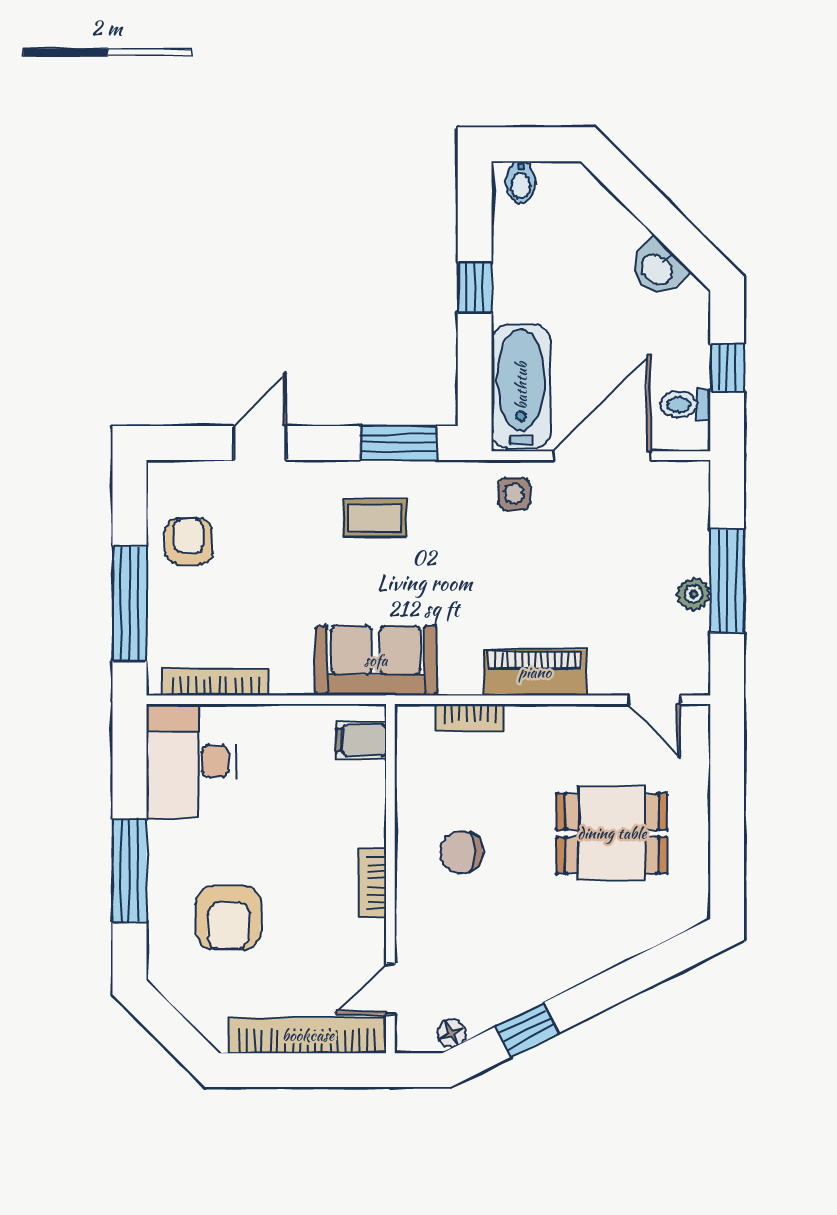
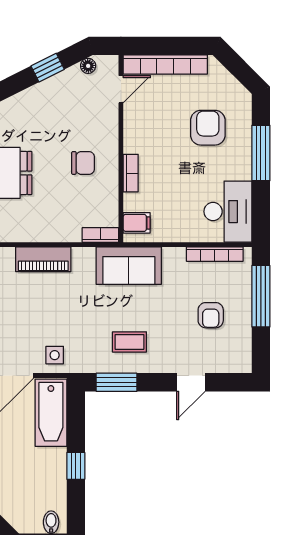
armchair: (189, 541) -> (211, 315), moved
bookcase: (470, 718) -> (100, 235), moved
bookcase: (372, 883) -> (131, 173), moved

